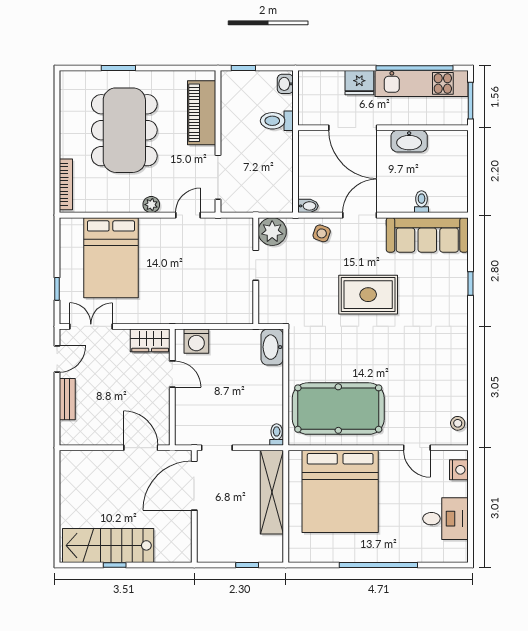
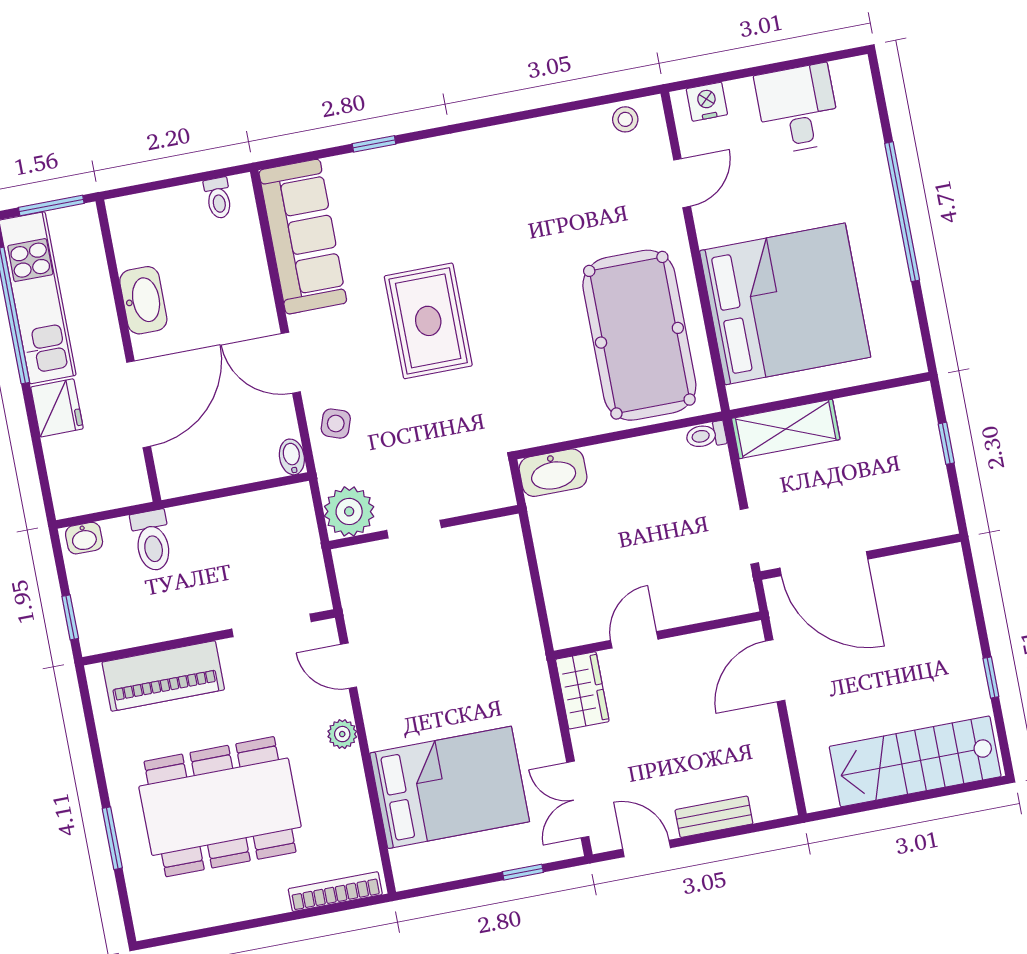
toilet: (422, 202) -> (218, 198), moved, turned -90
washing machine: (196, 341) -> (568, 609), removed
shelving: (272, 492) -> (786, 429), width x0.68
stairs: (108, 545) -> (915, 761), moved, turned 90

